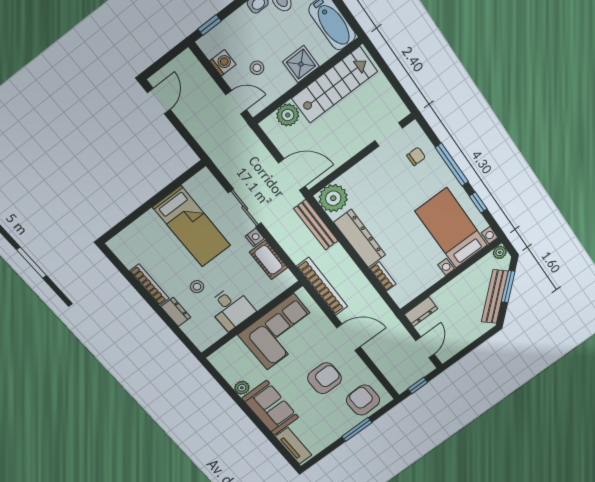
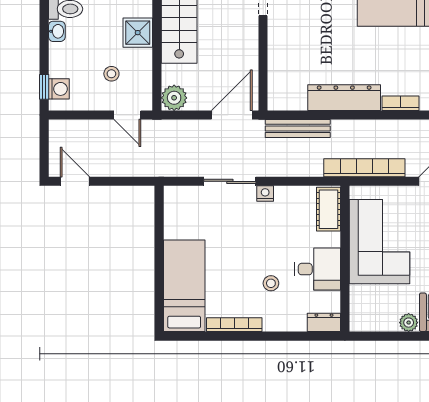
washing machine: (223, 63) -> (59, 89), moved, turned 90
door: (236, 102) -> (127, 115), swing flipped
plant: (288, 115) -> (174, 98), moved
plant: (333, 198) -> (284, 94), removed
bed: (192, 226) -> (184, 286), moved, turned -90
cot: (269, 260) -> (328, 209), moved, turned 90
dresser: (176, 312) -> (324, 322), moved

